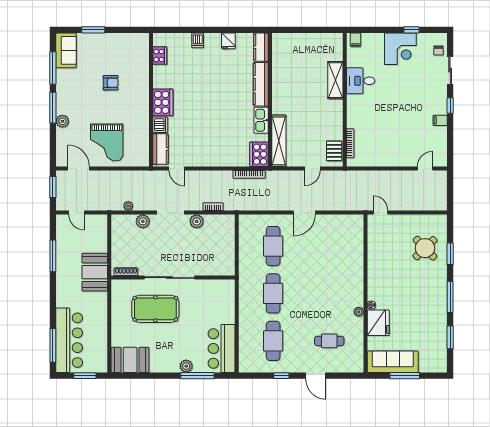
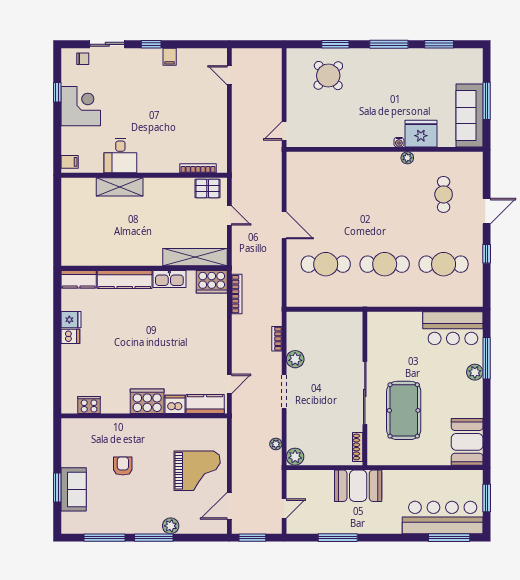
dishwasher: (198, 40) -> (70, 336), moved
sofa: (66, 50) -> (74, 489), moved, turned 90
plant: (143, 221) -> (295, 457), moved

